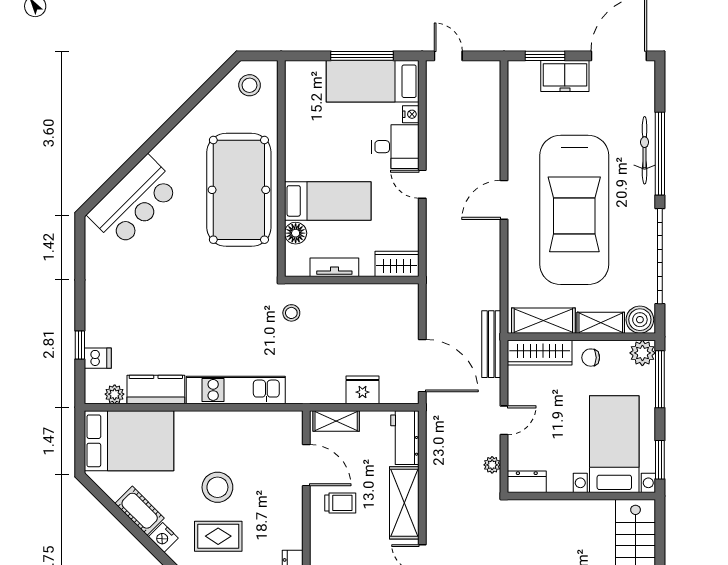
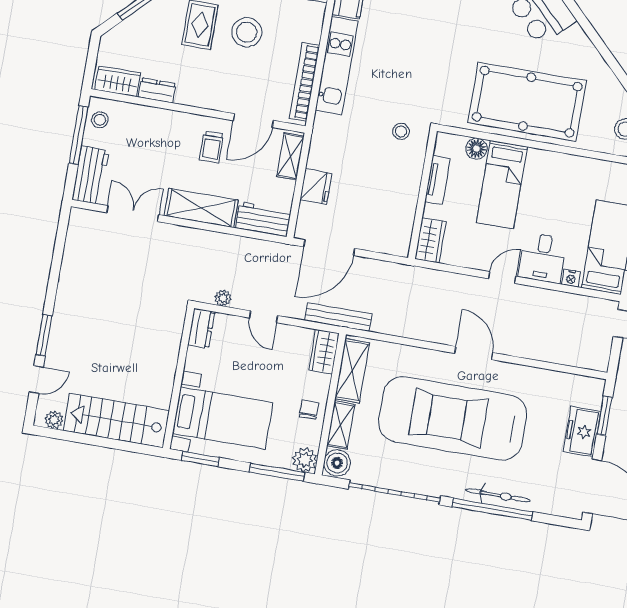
wardrobe: (540, 353) -> (324, 352), width x0.67
bookcase: (258, 420) -> (305, 82), added

